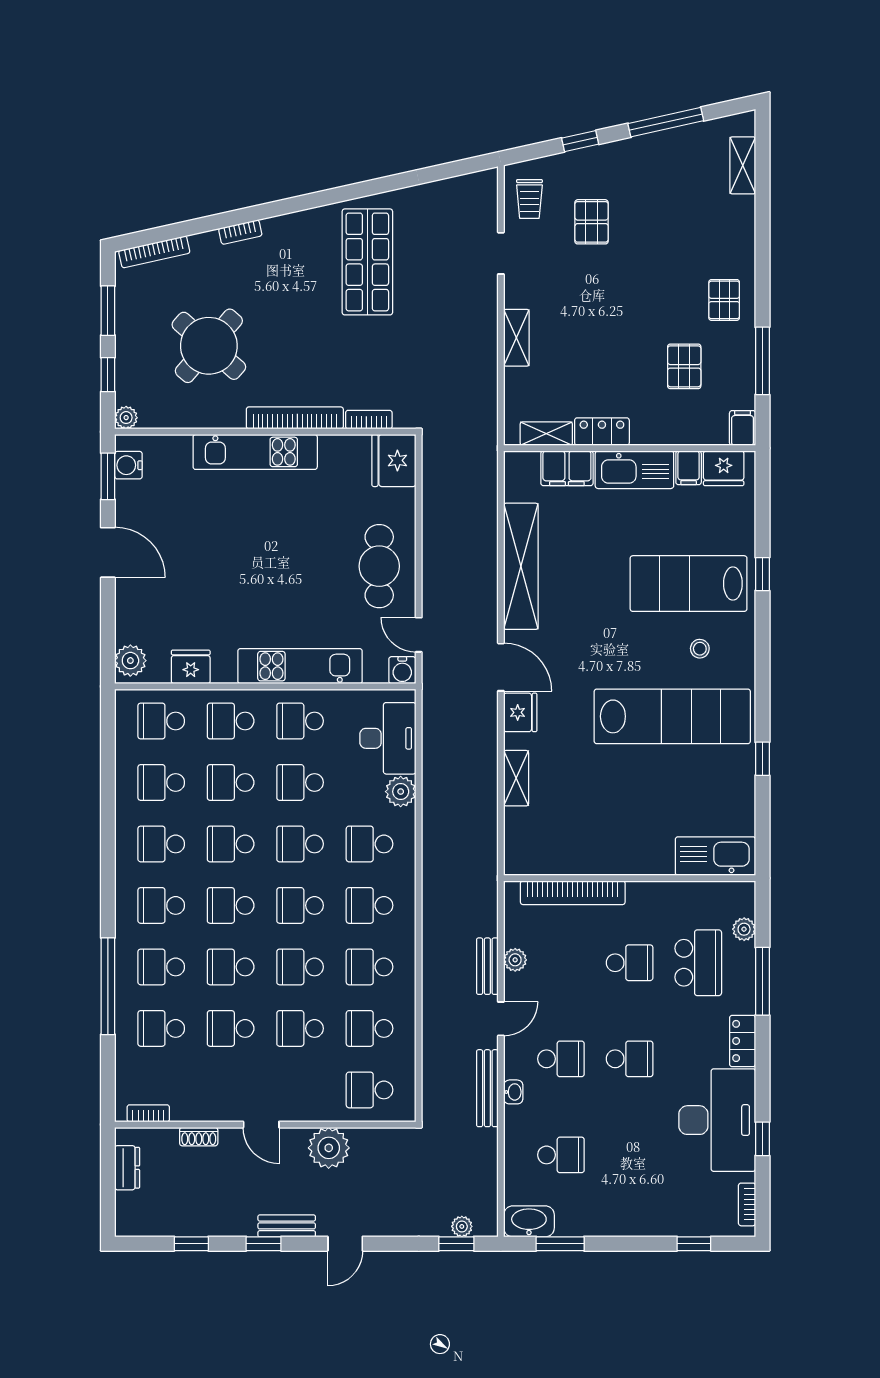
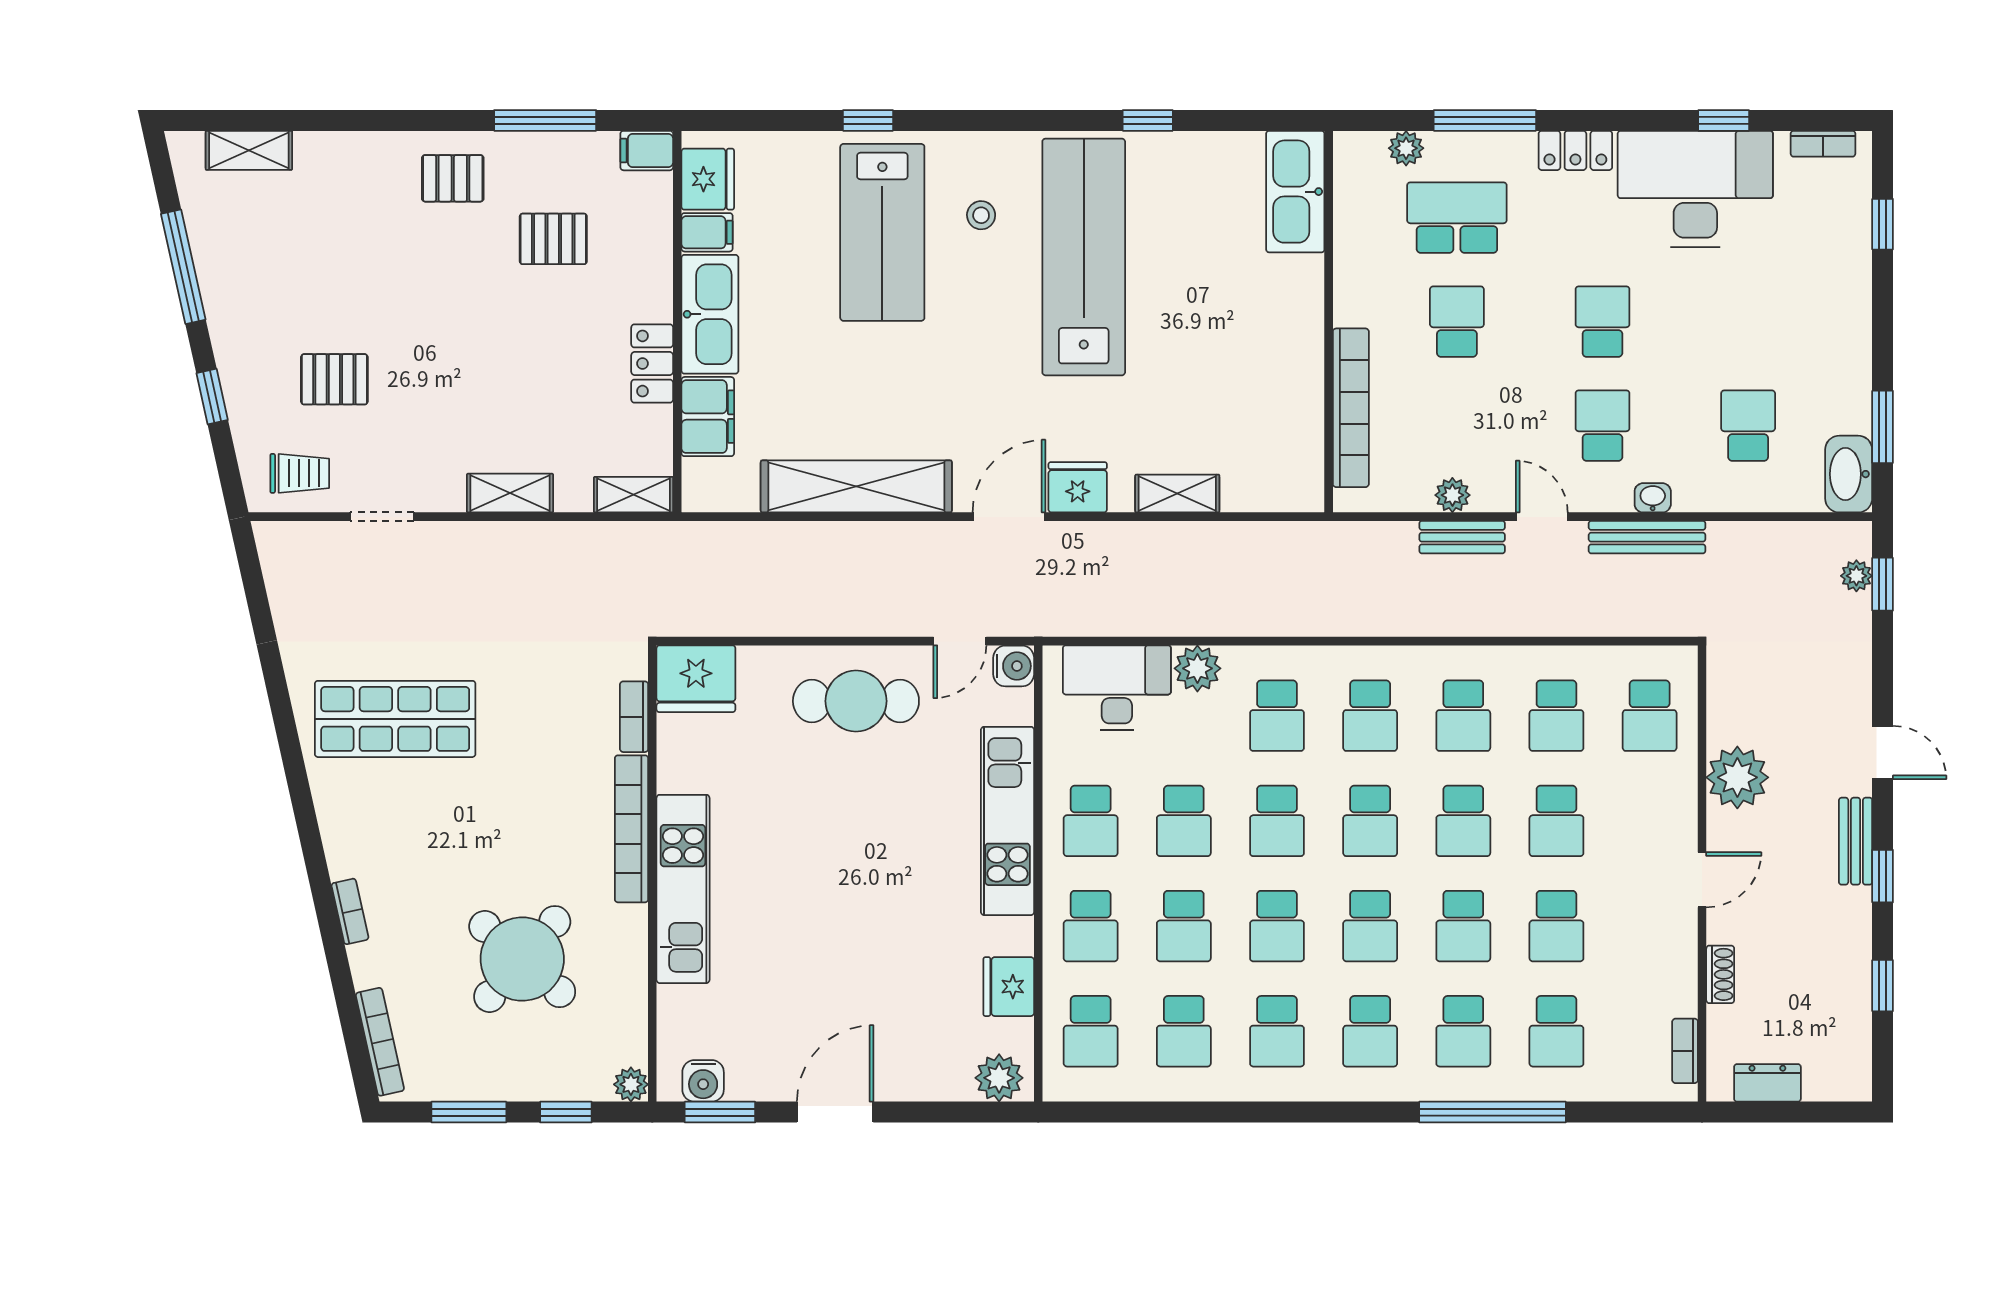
shelving: (546, 434) -> (633, 495), moved, turned 90

